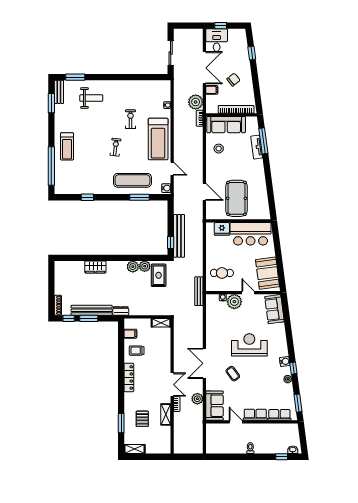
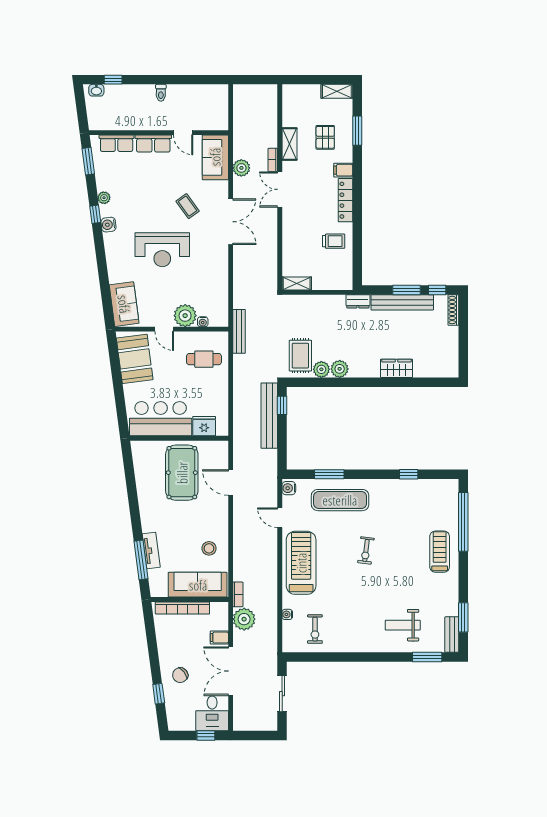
chair: (233, 80) -> (180, 675), moved
exercise bike: (131, 119) -> (315, 629), moved
filing cabinet: (130, 334) -> (343, 170), moved

